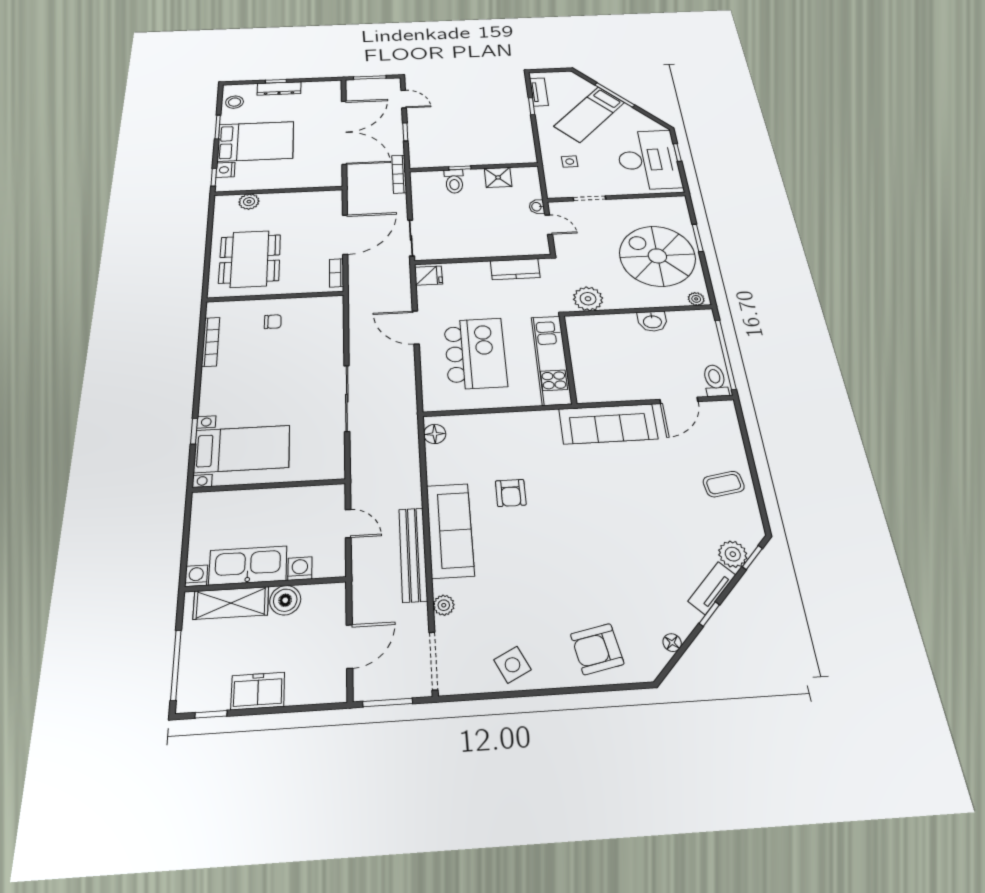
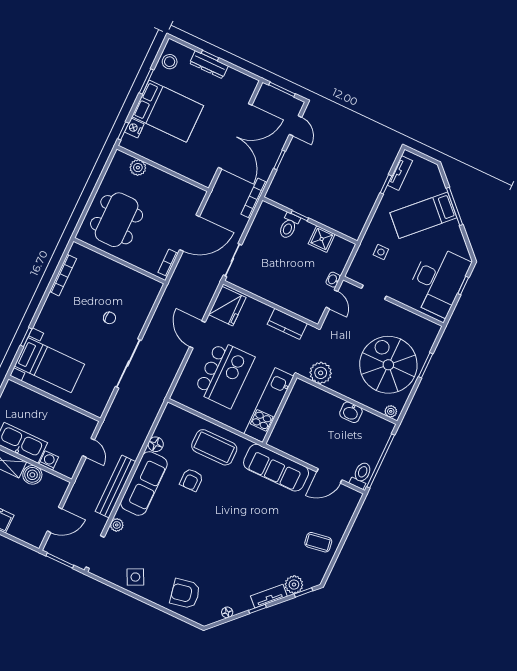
fridge: (428, 276) -> (227, 306), width x1.88, depth x1.34
chair: (273, 322) -> (109, 318), moved
floor lamp: (435, 434) -> (156, 444), moved
coffee table: (515, 439) -> (214, 447), added

